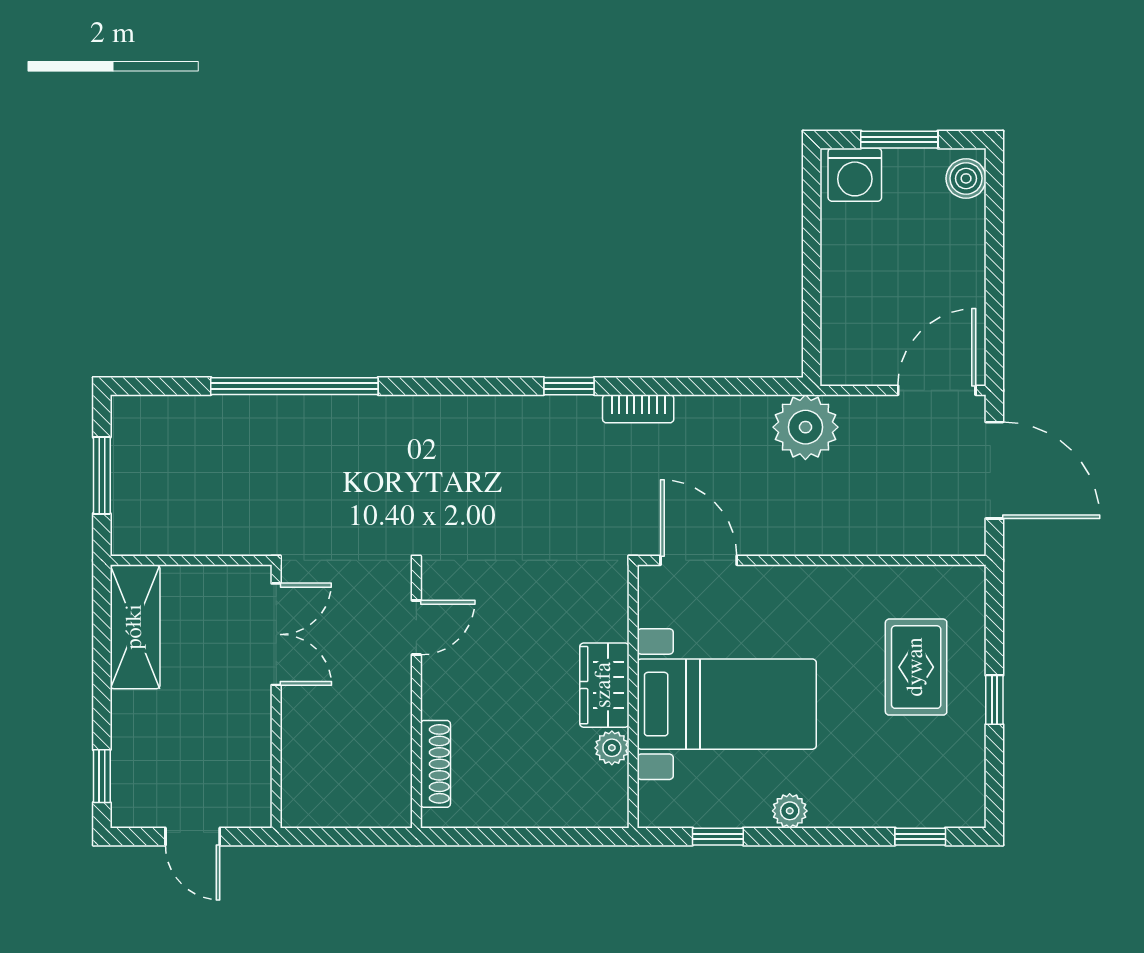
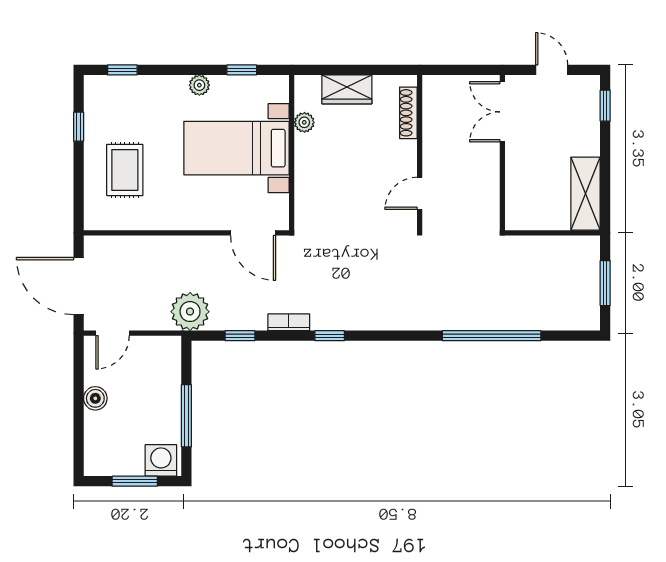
boiler: (966, 178) -> (95, 398), moved
window: (812, 250) -> (186, 416), added
window: (721, 386) -> (240, 336), added
door: (937, 390) -> (113, 333), width x0.73
double door: (276, 634) -> (502, 112), moved
wardrobe: (604, 685) -> (347, 89), moved, turned 90
window: (994, 700) -> (79, 127), moved

